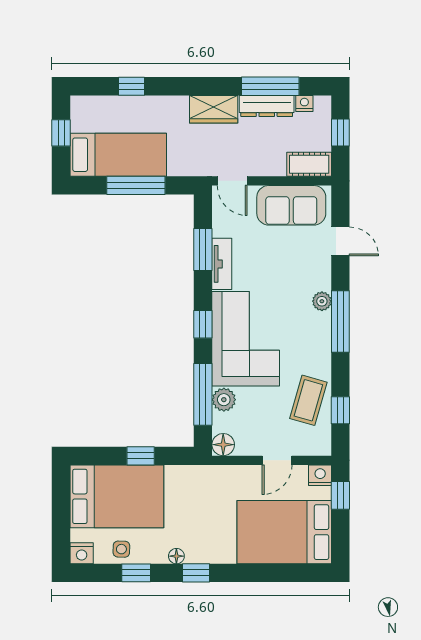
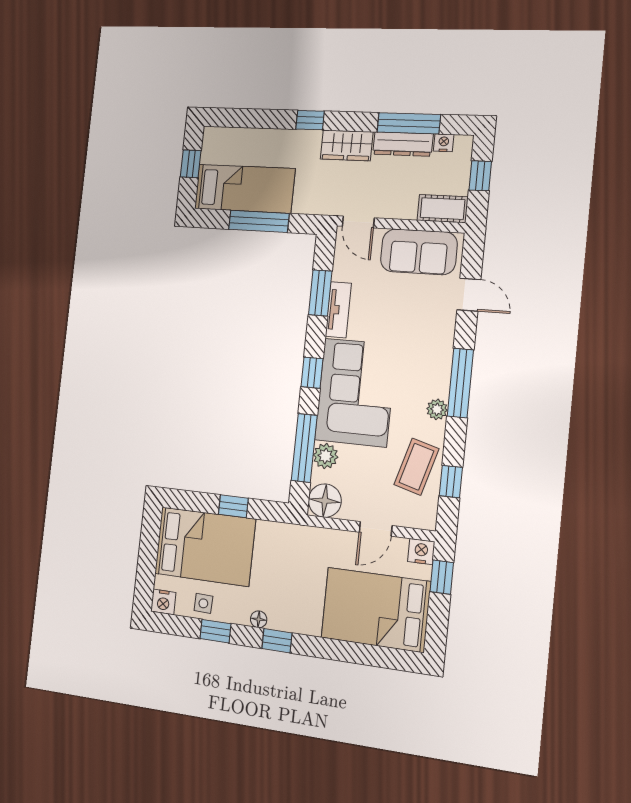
window: (132, 86) -> (310, 120), moved
plant: (322, 301) -> (437, 409), moved
floor lamp: (223, 445) -> (325, 501), width x1.38, depth x1.38

